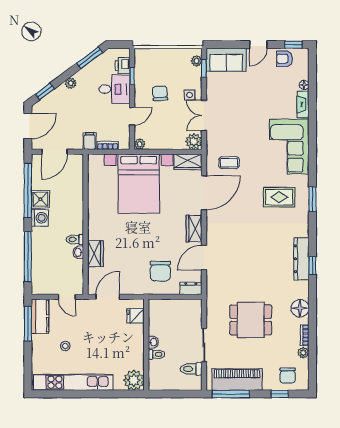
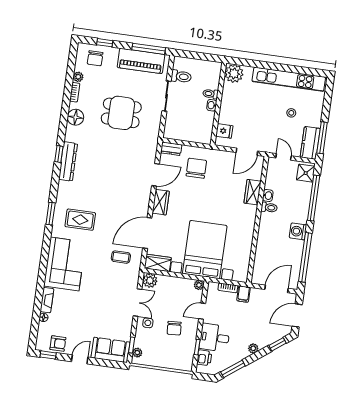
shower: (40, 199) -> (306, 173), moved
chair: (288, 375) -> (95, 58), turned 180

